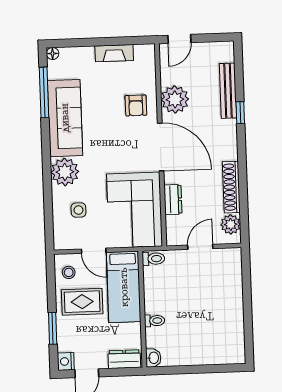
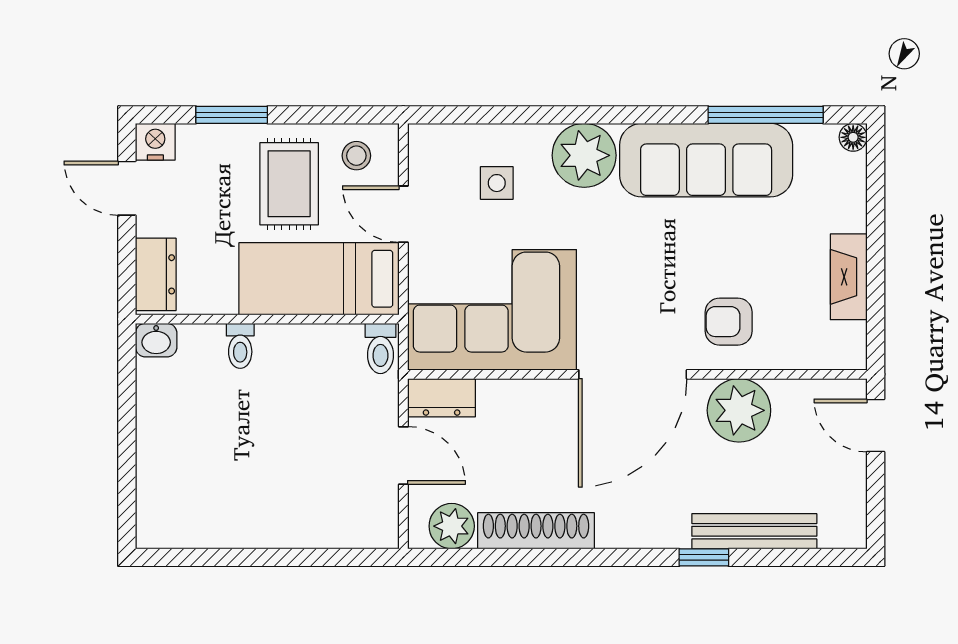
dresser: (173, 200) -> (442, 398), moved
door: (94, 251) -> (403, 214), hinge flipped

